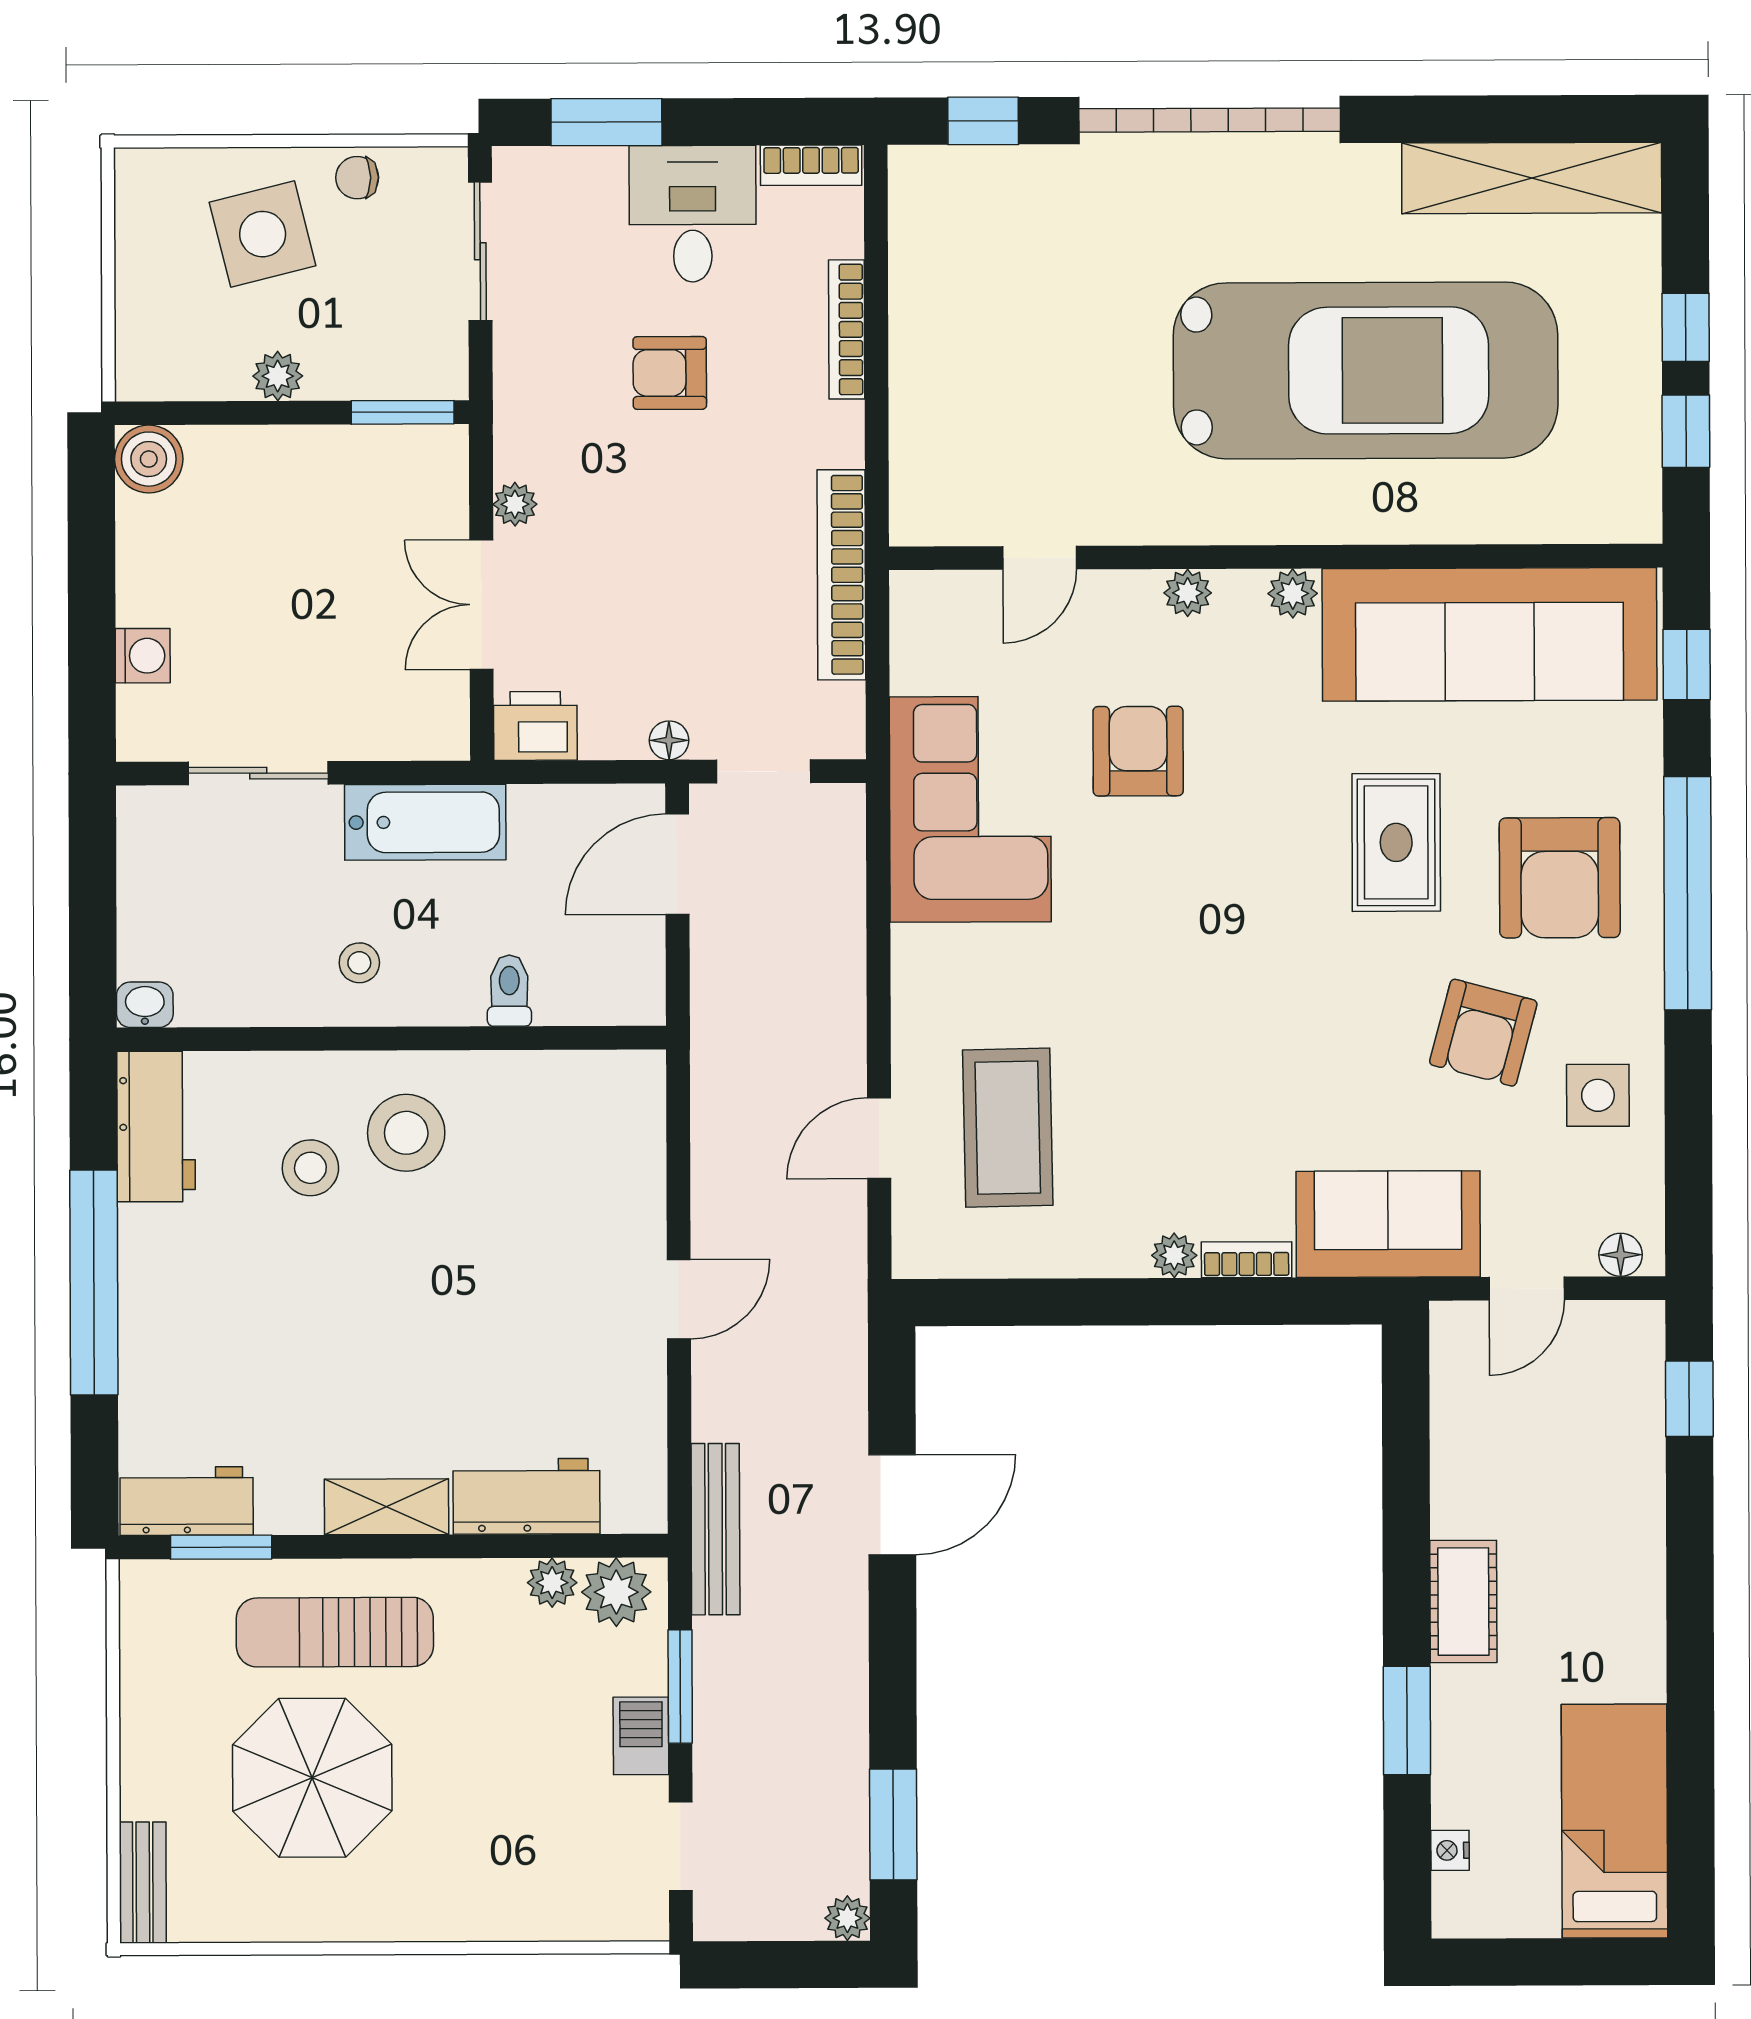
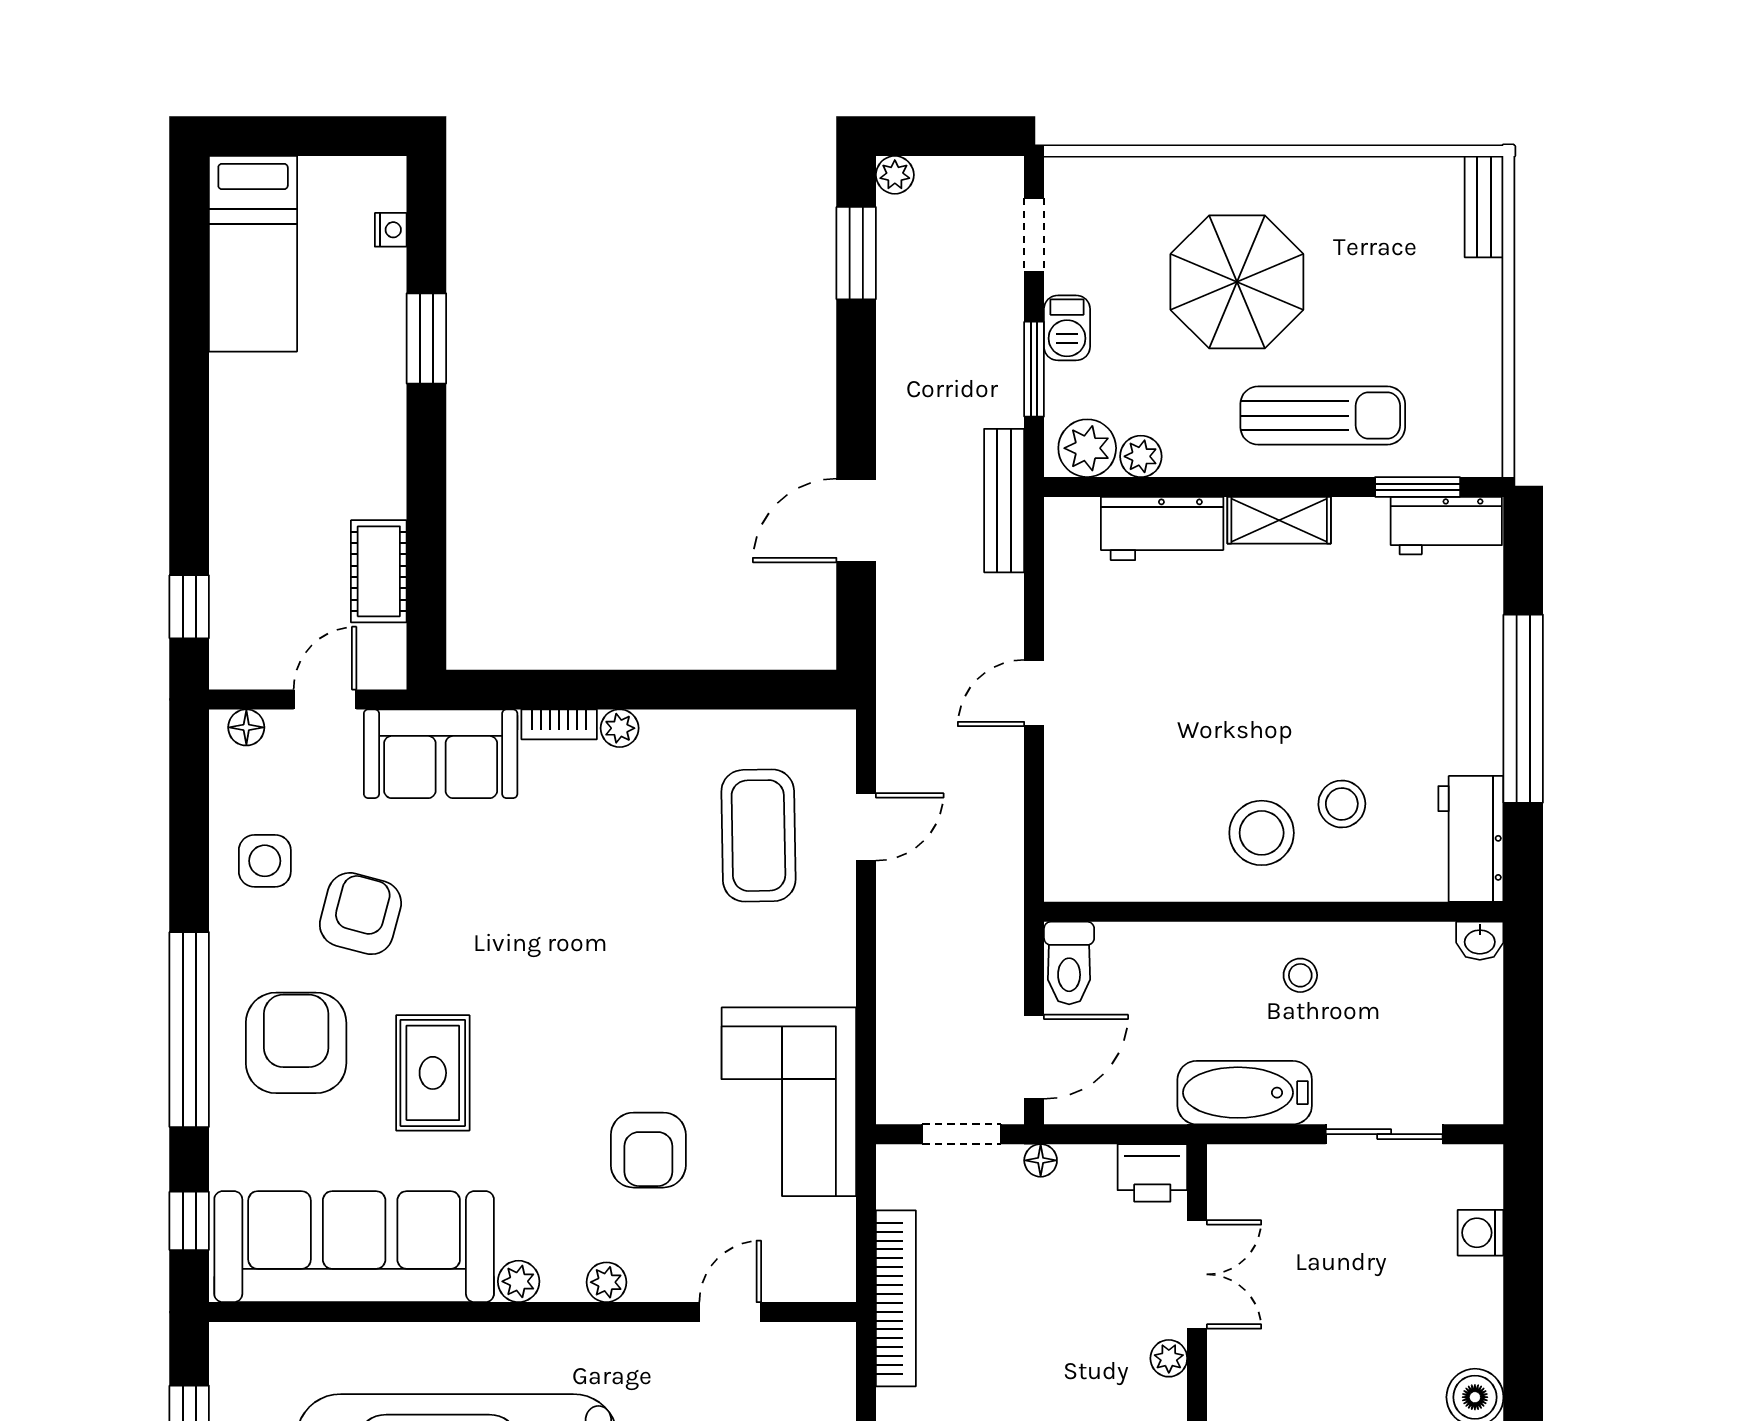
toilet: (509, 991) -> (1069, 963), moved, width x1.37, depth x1.39
cot: (1463, 1602) -> (379, 571), moved
parasol: (312, 1778) -> (1237, 282), moved

